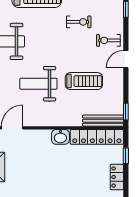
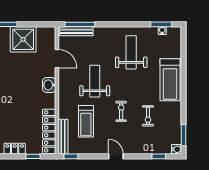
exercise bike: (108, 40) -> (121, 111), moved
treadmill: (84, 81) -> (86, 121), moved
washbasin: (60, 137) -> (49, 85), moved

